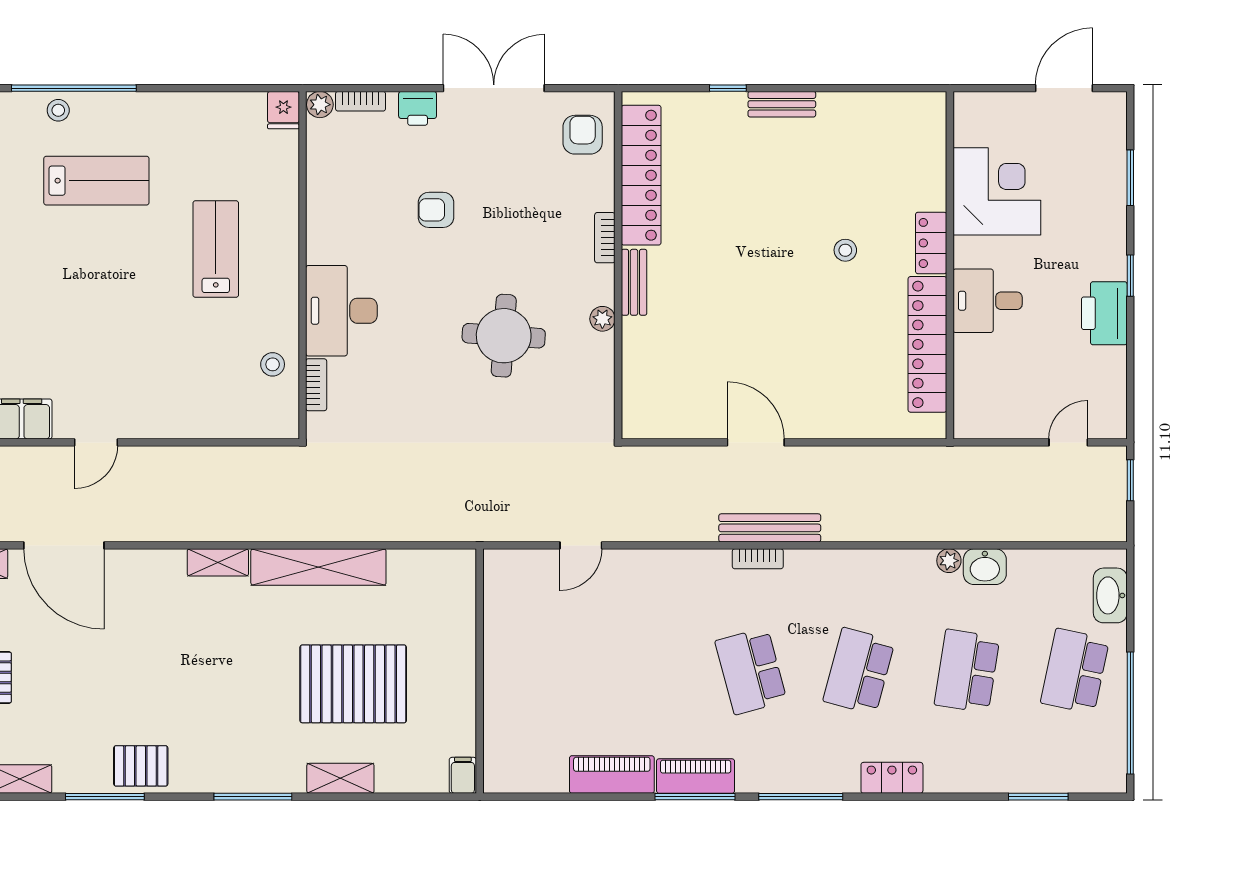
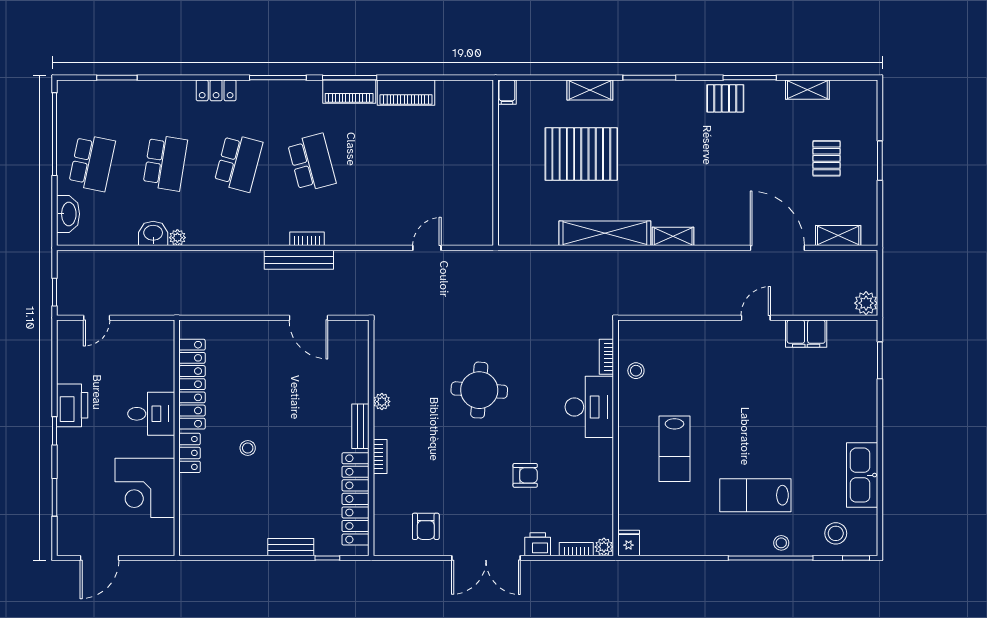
locker: (641, 175) -> (356, 499), moved
bookcase: (605, 238) -> (380, 457), moved
wall: (618, 265) -> (371, 438), moved
bench: (634, 282) -> (360, 426), moved
plant: (602, 319) -> (382, 402), moved

